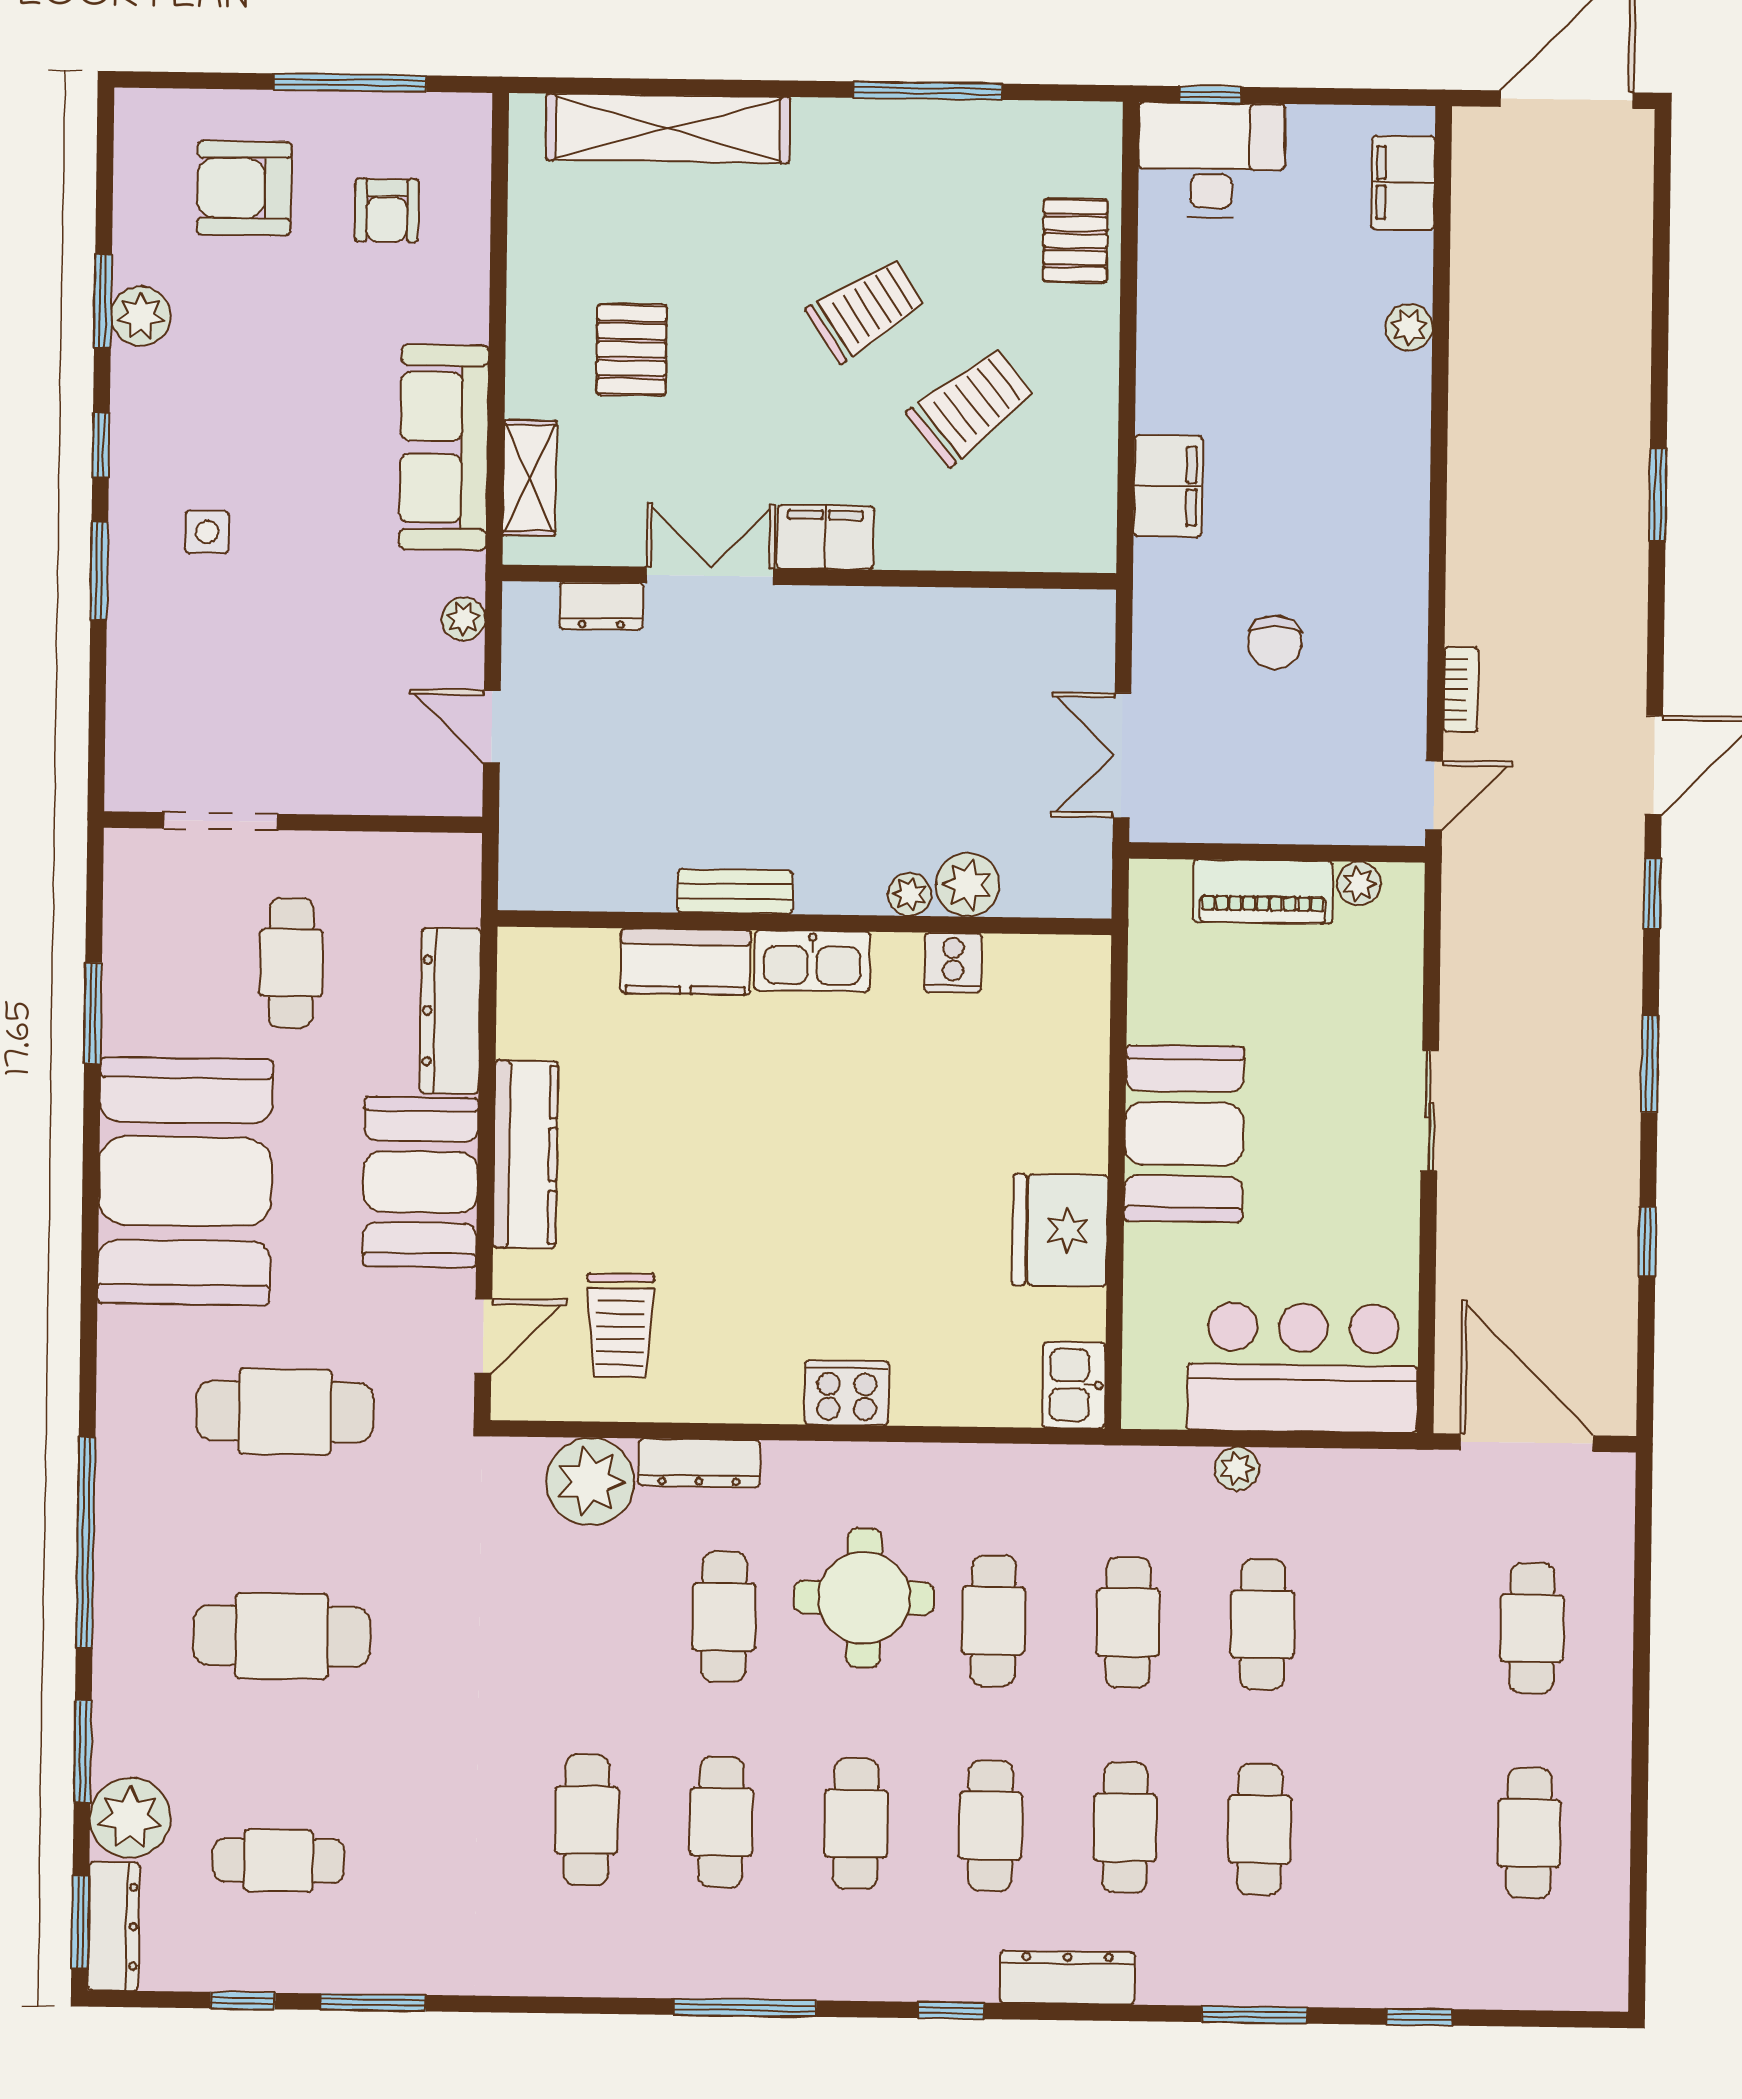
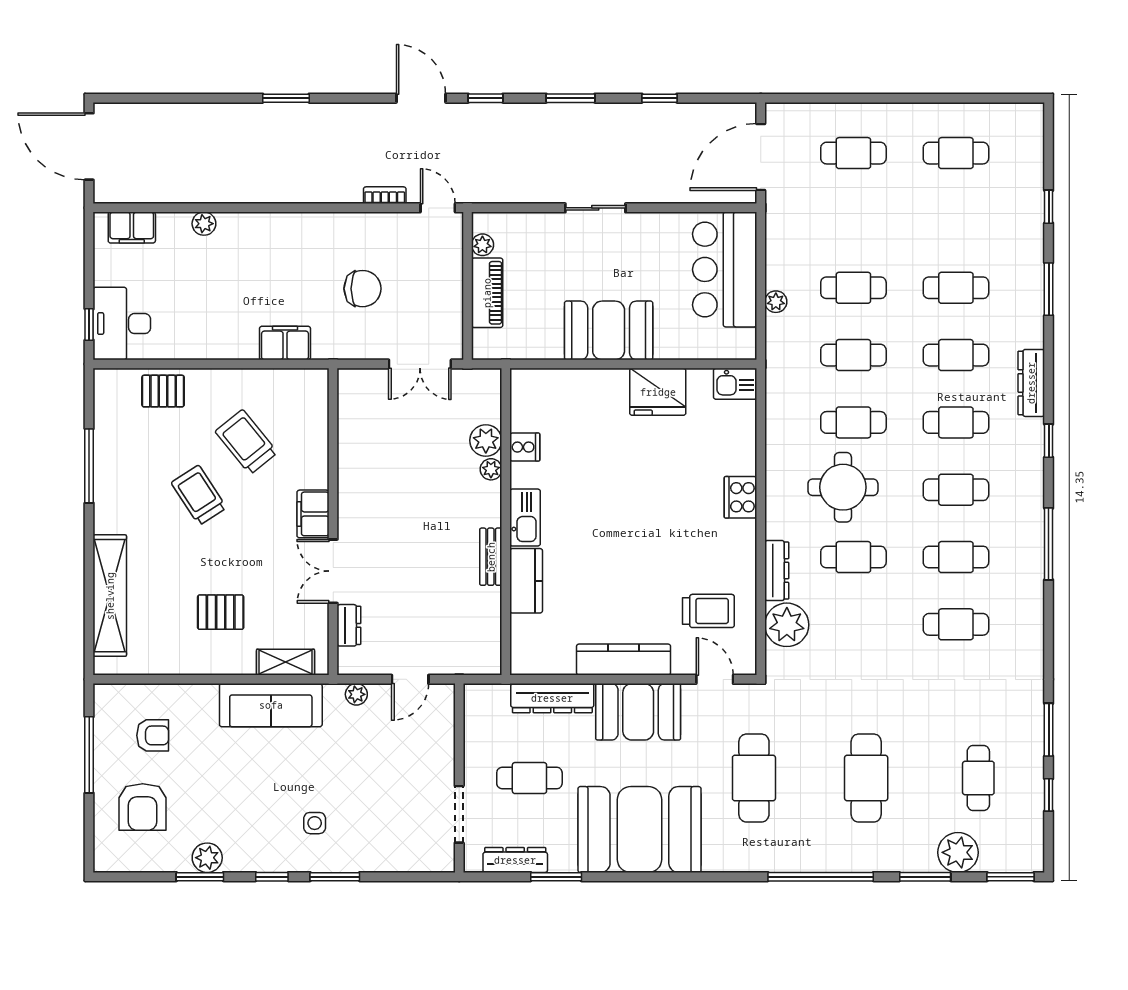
chair: (1275, 642) -> (362, 289), width x1.37, depth x1.37
dresser: (114, 1926) -> (515, 860), moved

